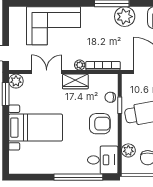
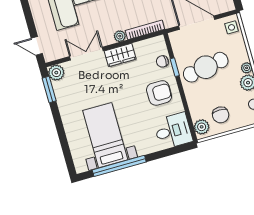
bed with nightstands: (36, 128) -> (105, 135), moved, turned -90
plant: (128, 150) -> (202, 127), moved
window: (78, 177) -> (119, 166), moved

